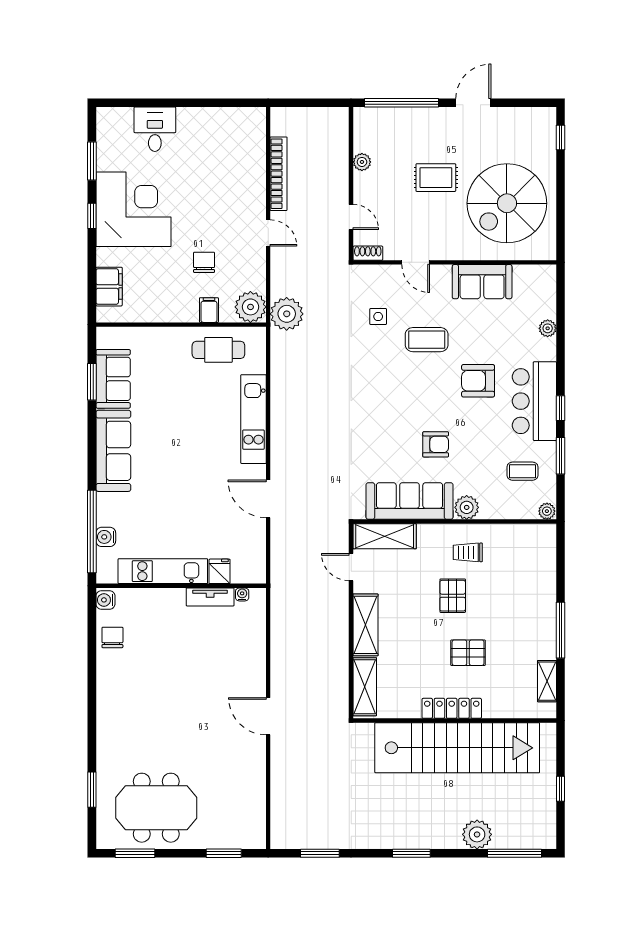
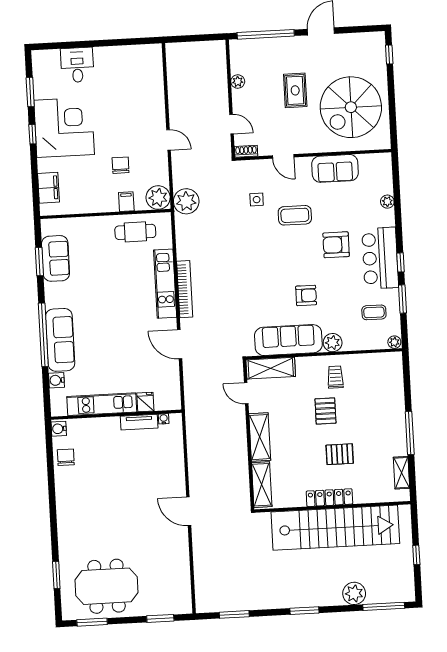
bookcase: (279, 174) -> (185, 289), moved
rug: (436, 178) -> (295, 90), turned 90
sofa: (113, 451) -> (60, 340), moved
window: (92, 532) -> (43, 335), moved
trolley: (468, 552) -> (335, 377), turned 90

